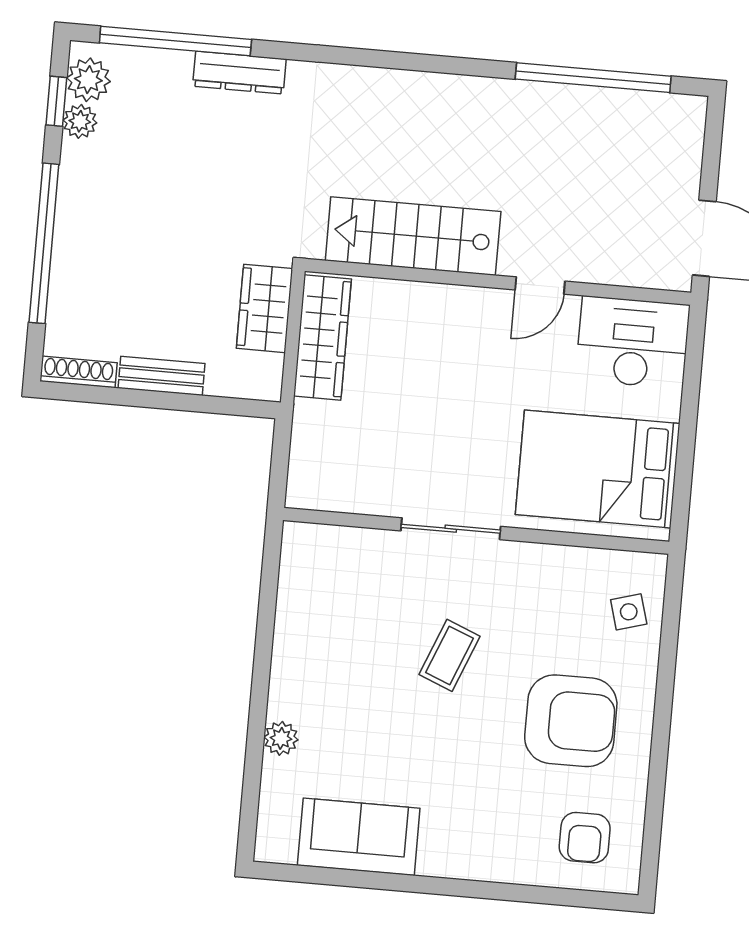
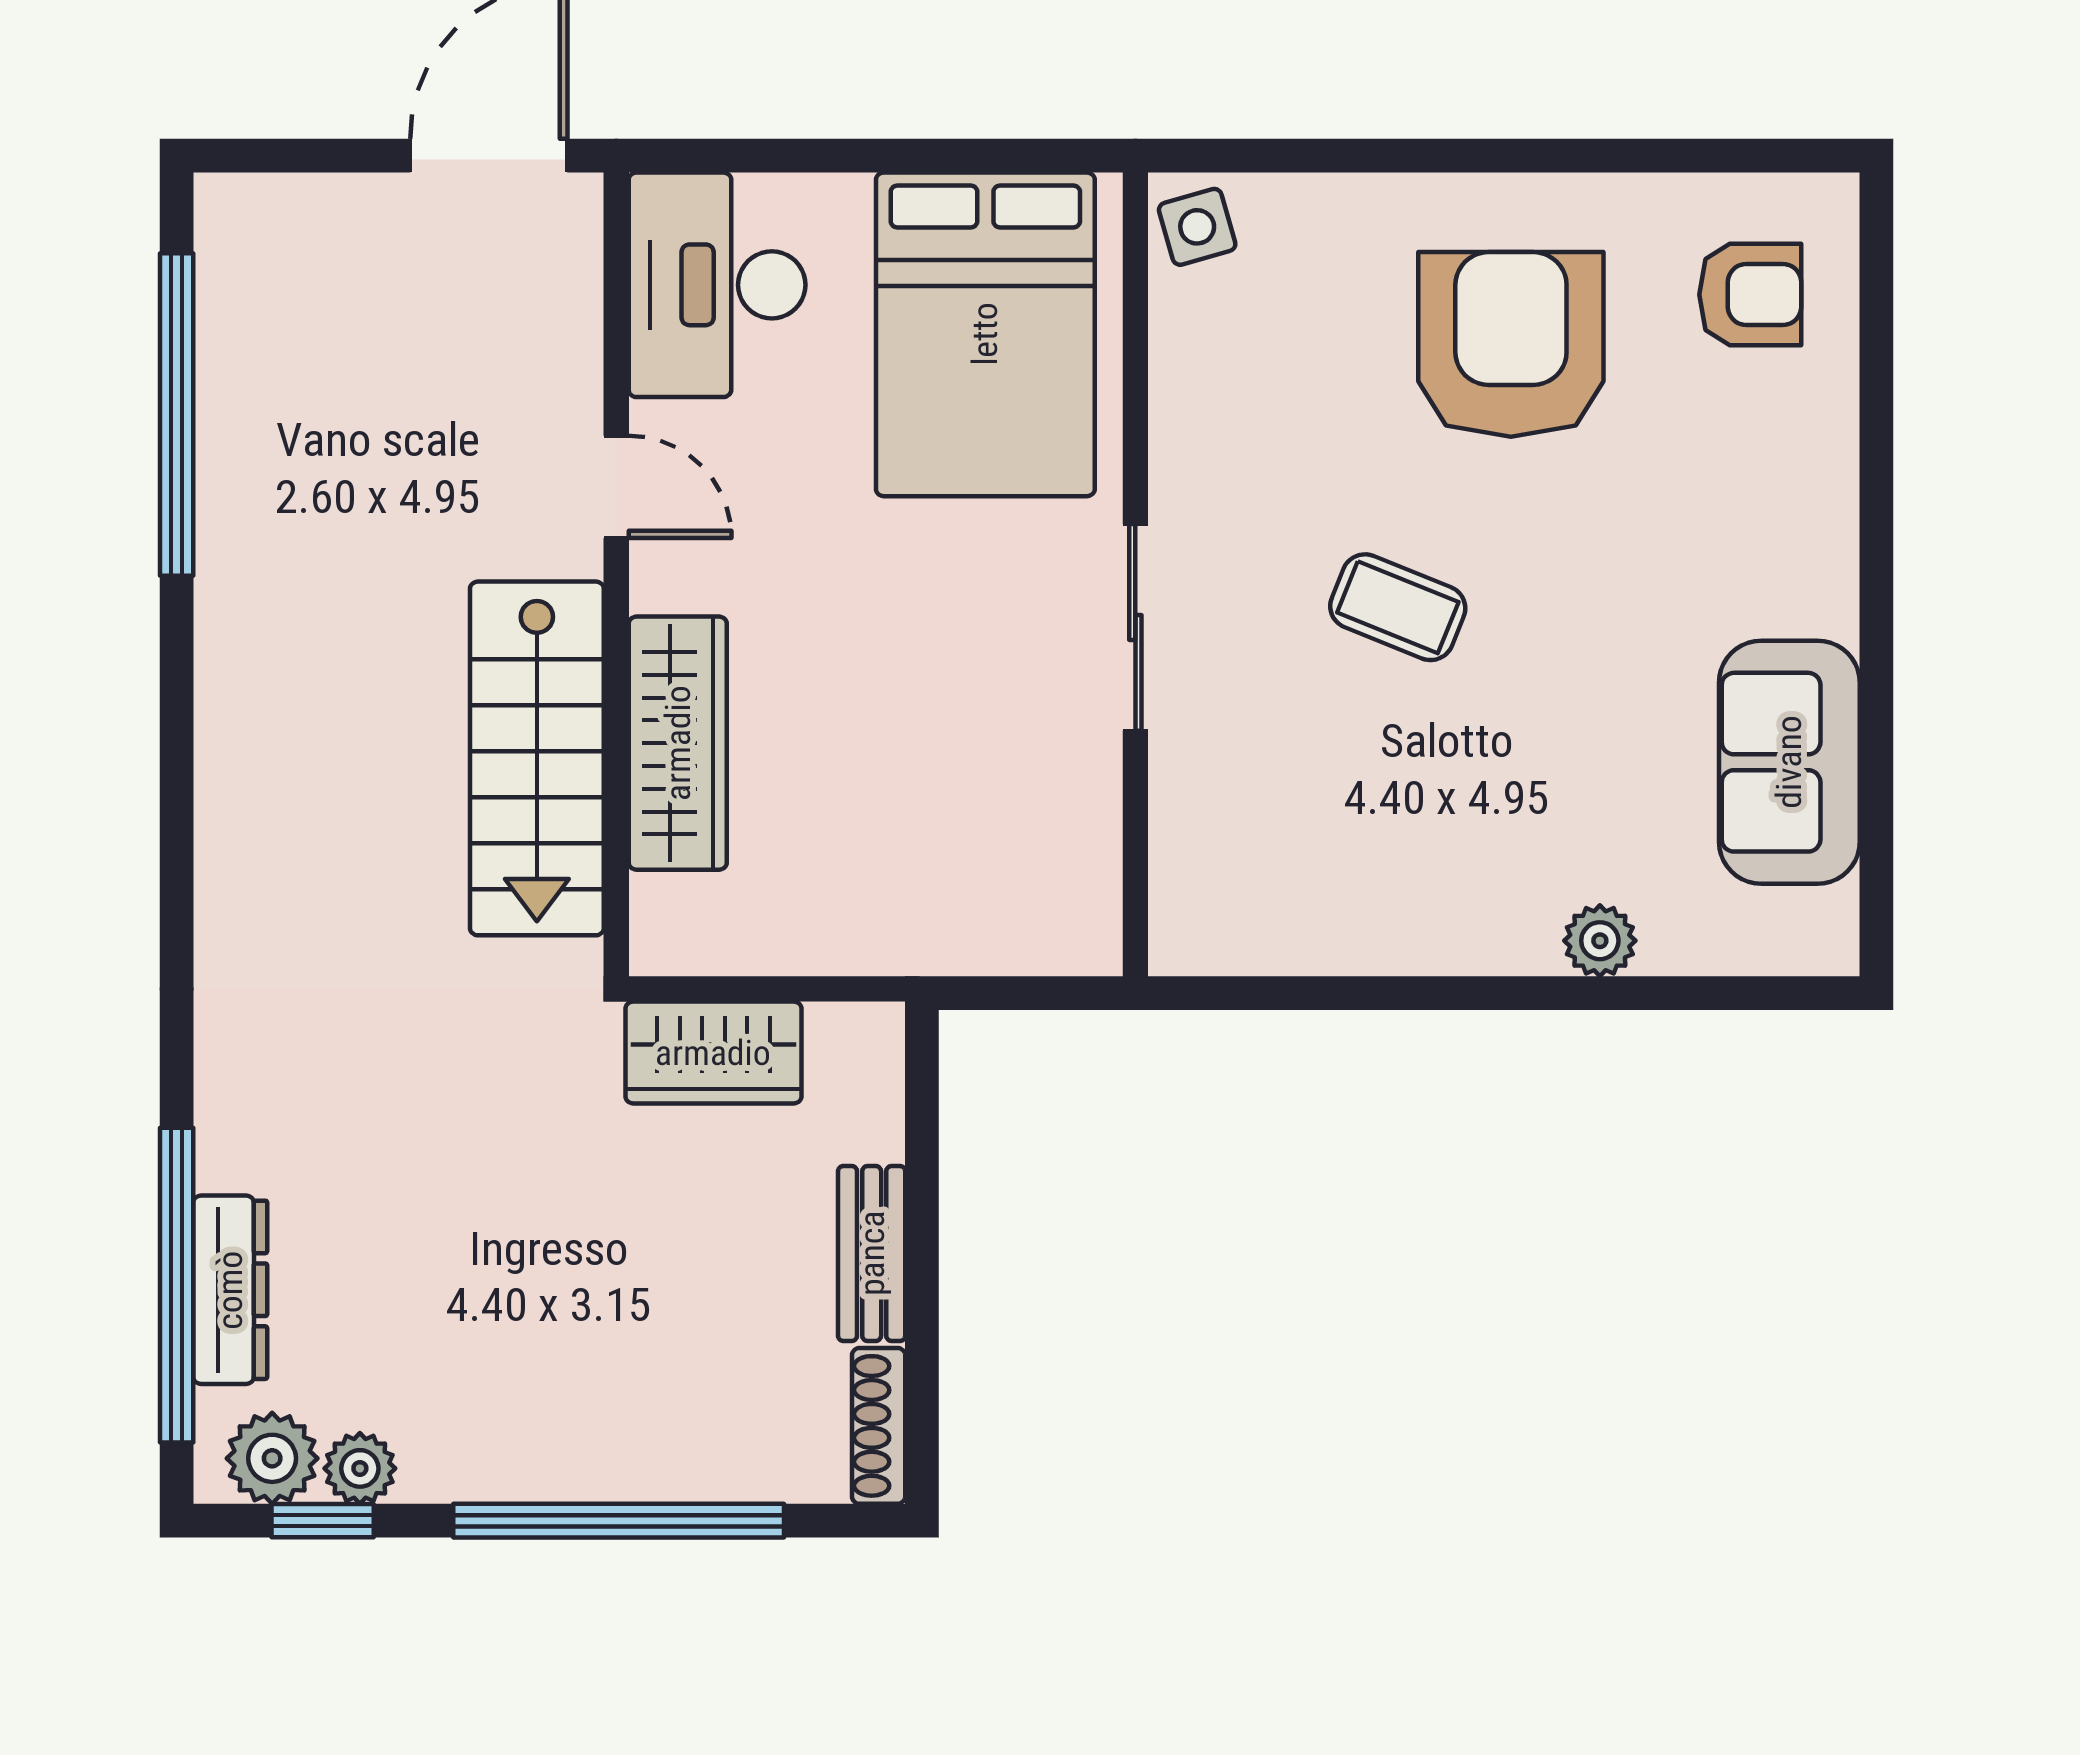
dresser: (239, 73) -> (230, 1290), moved
wardrobe: (323, 337) -> (678, 743), moved, turned 90
side table: (629, 612) -> (1197, 227), moved

